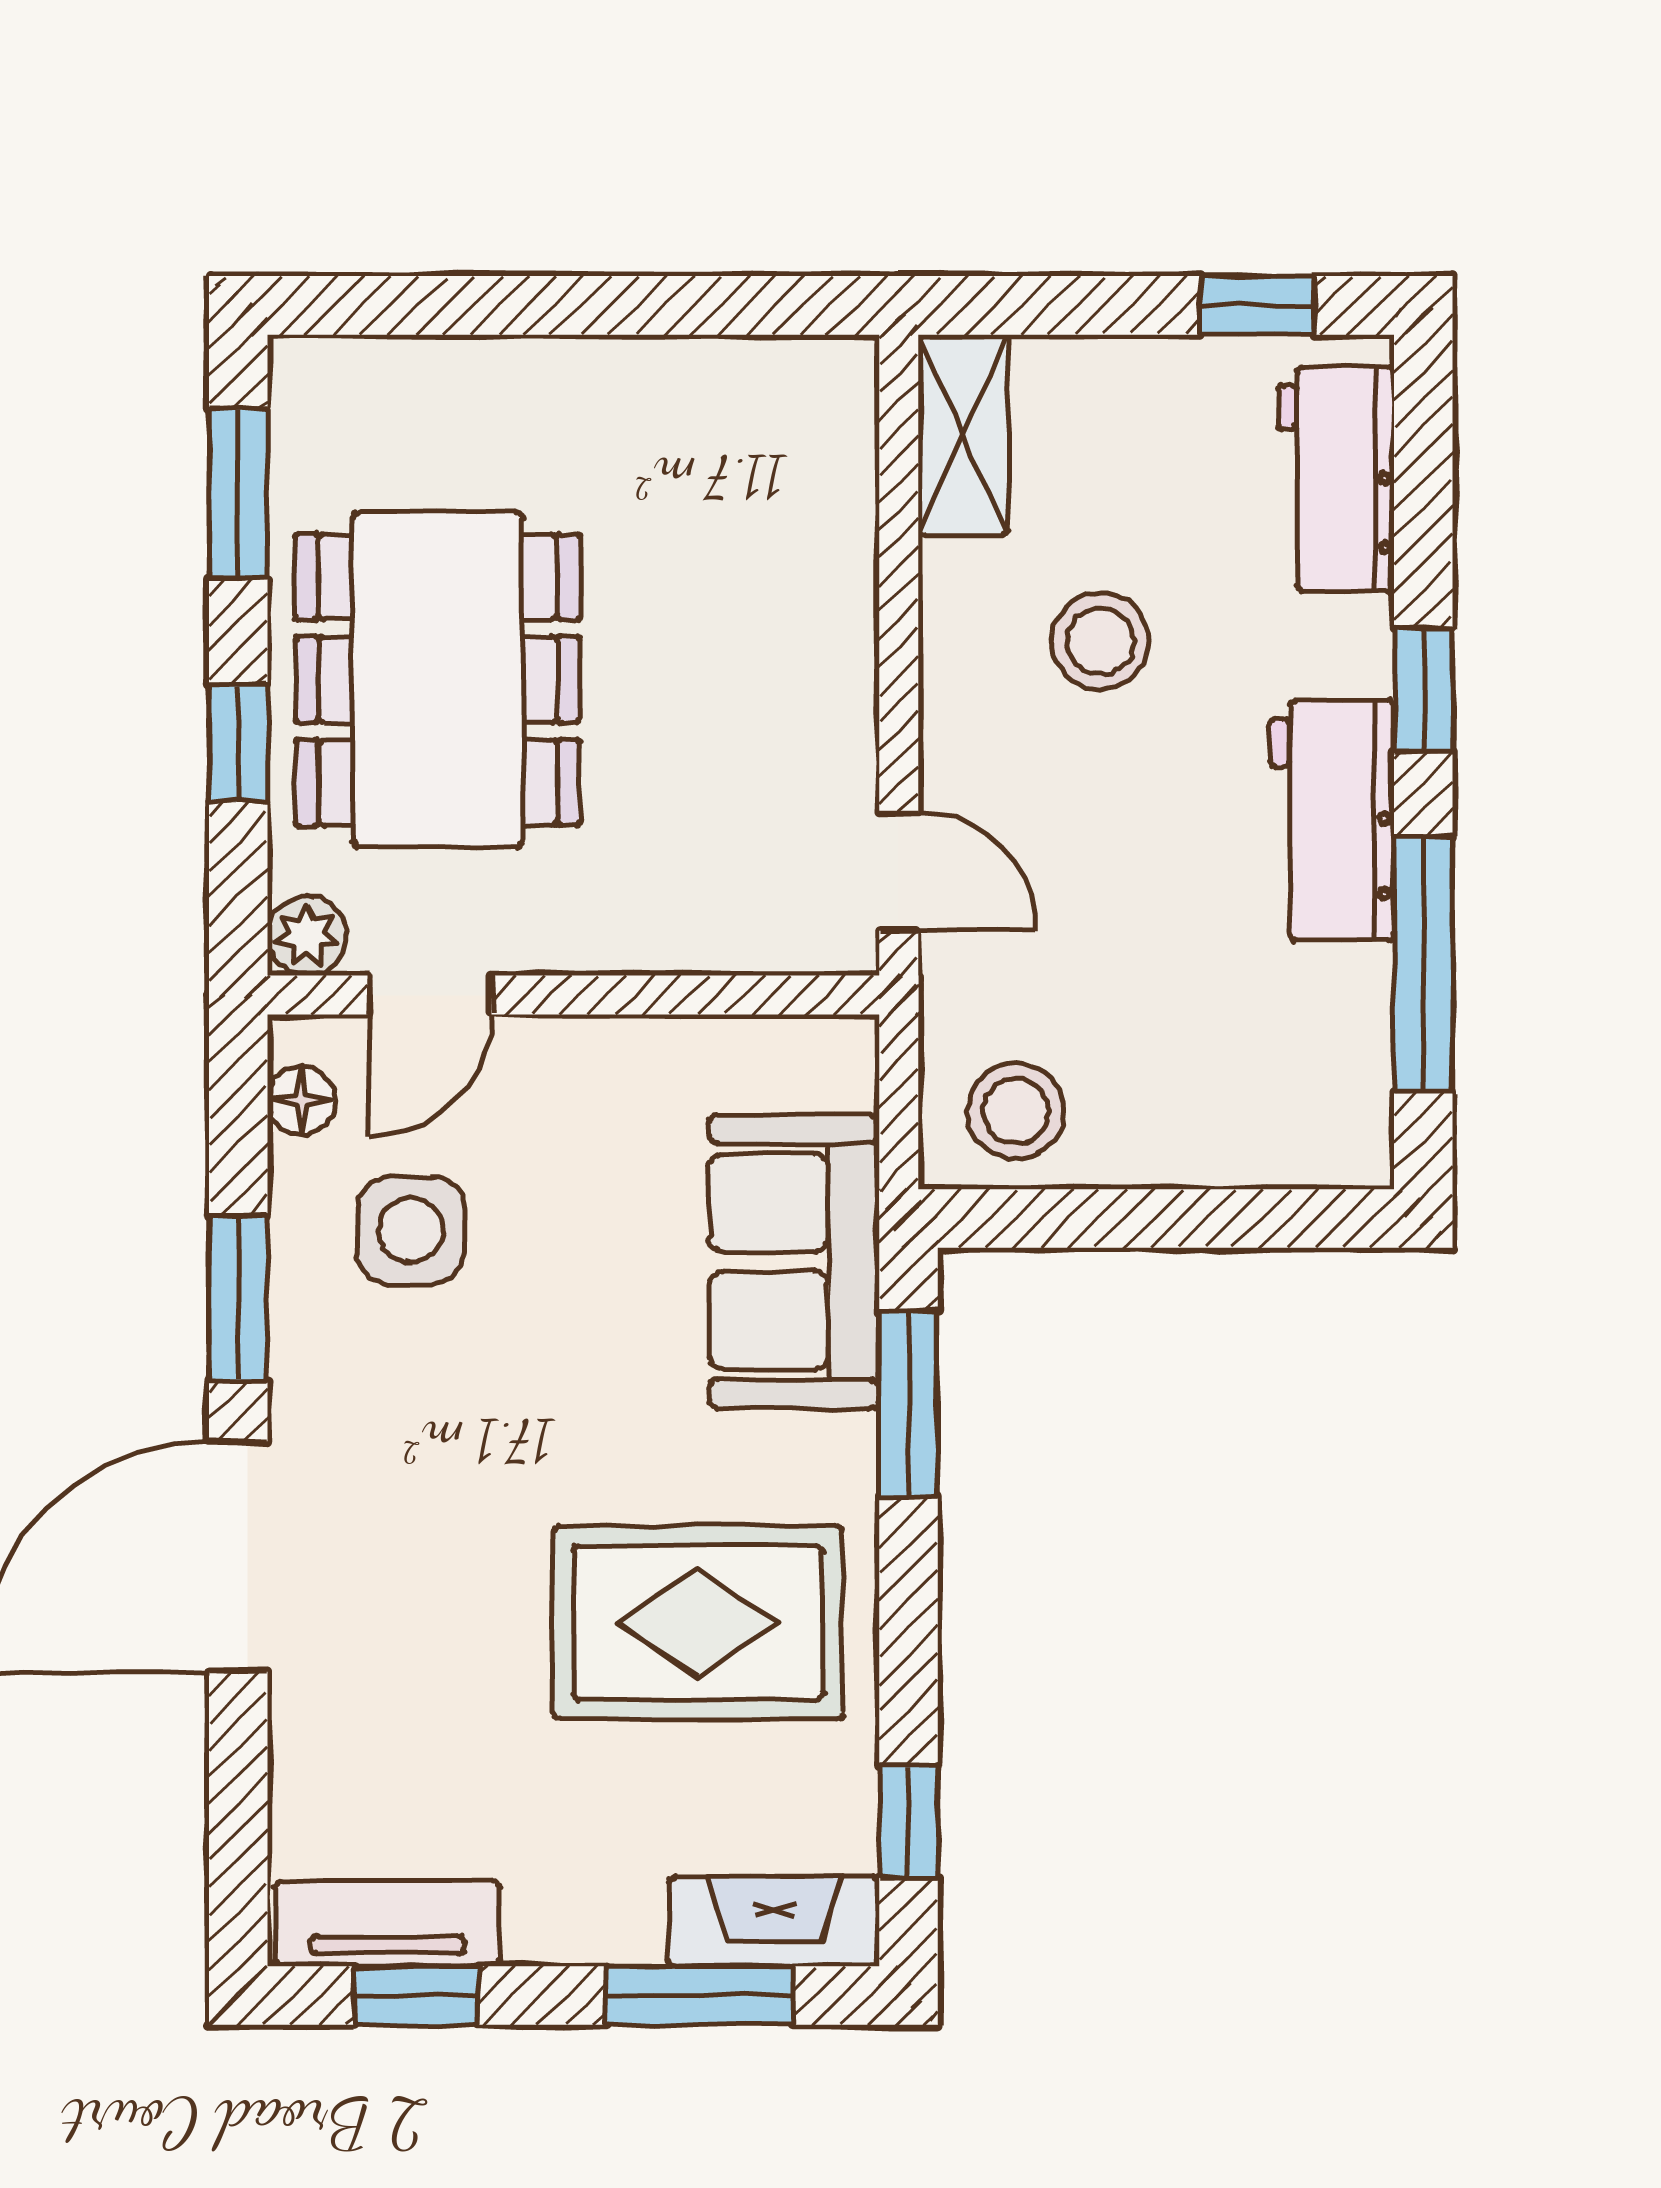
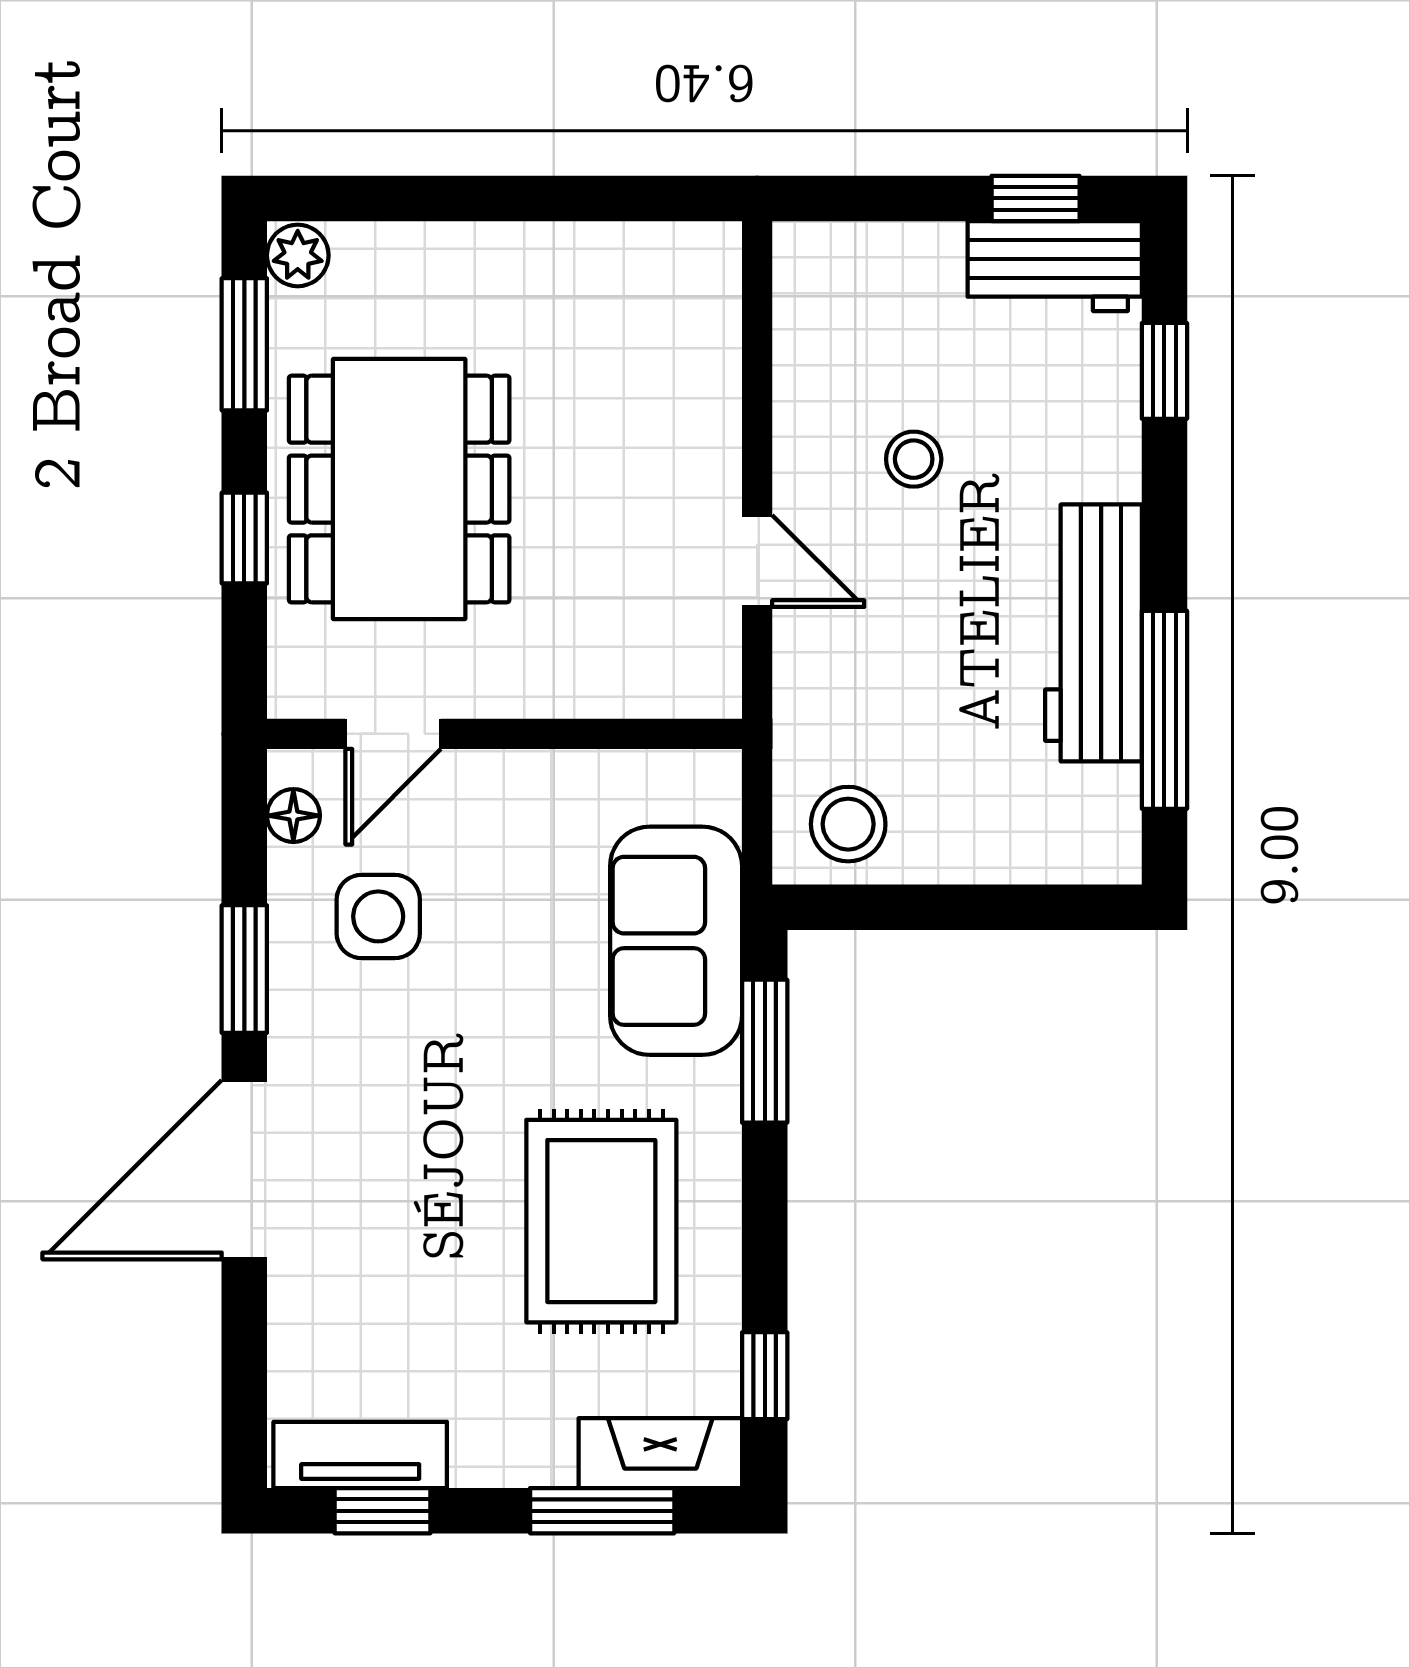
shelving: (963, 435) -> (807, 299), removed
workbench: (1336, 479) -> (1055, 266), moved, turned -90
stool: (1100, 641) -> (914, 459), width x0.73, depth x0.73
window: (1423, 690) -> (1164, 371), moved
workbench: (1332, 820) -> (1093, 633), width x1.38
door: (899, 872) -> (757, 561), moved
plant: (307, 936) -> (298, 255), moved
rug: (698, 1622) -> (601, 1221), turned 90

